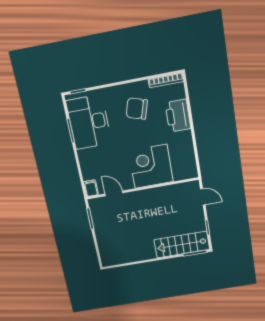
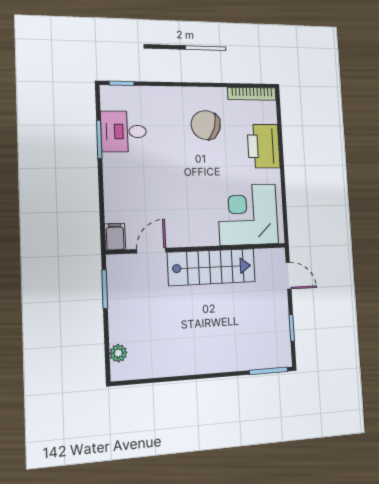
desk: (89, 122) -> (124, 131), width x0.53, depth x0.77
corner desk: (151, 166) -> (248, 214), moved
door: (114, 193) -> (151, 251), hinge flipped
stairs: (182, 245) -> (212, 267), moved, turned 180
plant: (104, 252) -> (118, 353), added

